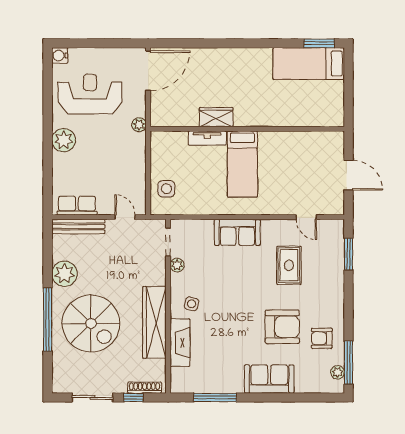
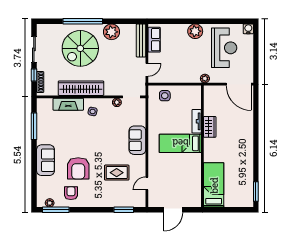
bed: (309, 64) -> (214, 185), moved

